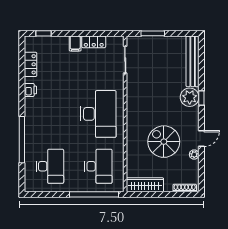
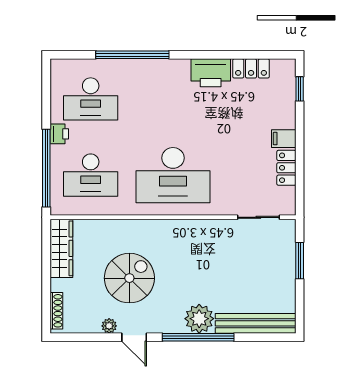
printer: (30, 90) -> (211, 73), width x1.87, depth x1.48
window: (201, 98) -> (198, 337), width x3.17
printer: (72, 186) -> (59, 134), added

